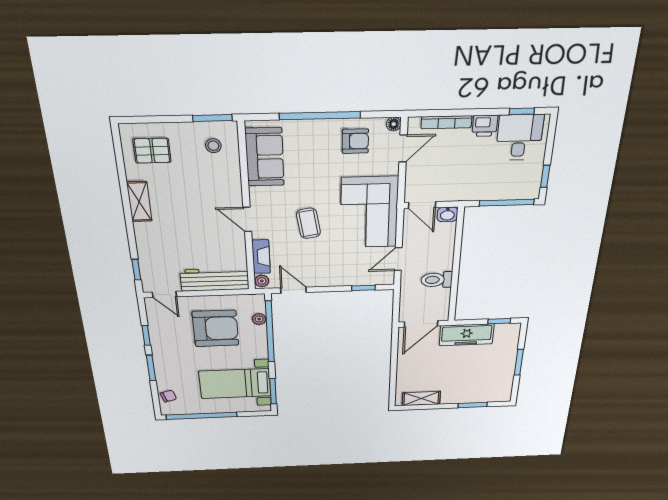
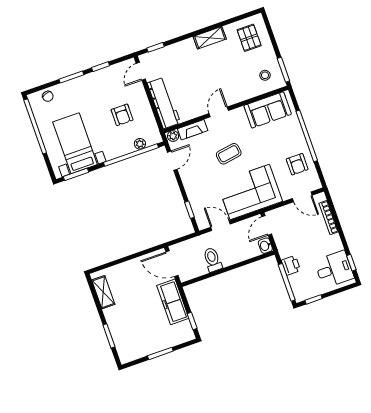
floor lamp: (394, 124) -> (316, 184), removed
printer: (485, 126) -> (291, 265), moved, turned 180
armchair: (216, 328) -> (122, 115), width x0.53, depth x0.53

